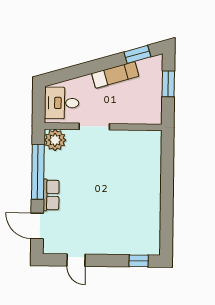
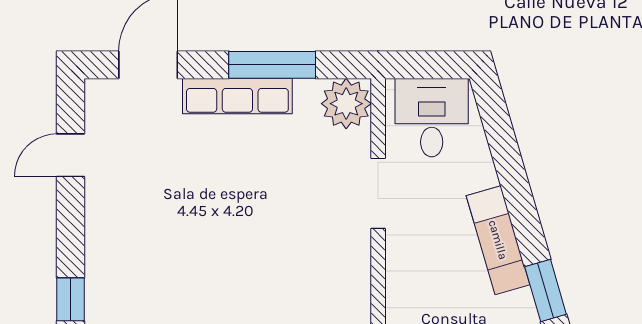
window: (38, 172) -> (272, 65), width x0.68
row of seats: (51, 195) -> (237, 96), width x1.48

